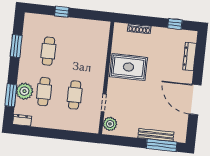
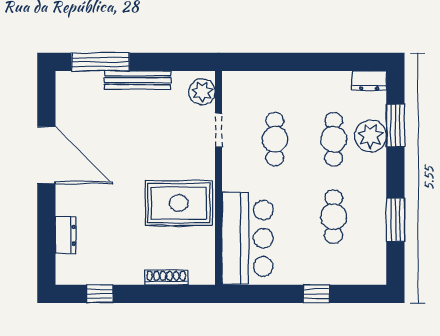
bar counter: (95, 45) -> (248, 238), added
dresser: (189, 57) -> (66, 235), width x0.70
bench: (156, 135) -> (138, 80), moved

